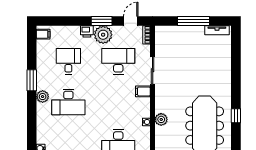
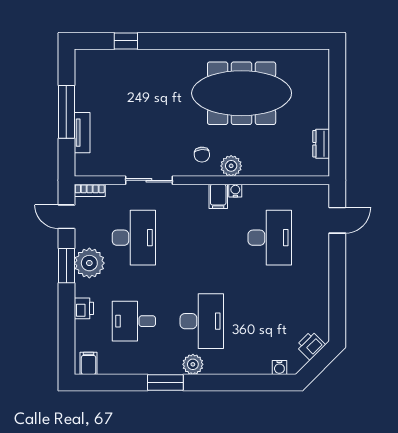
tv unit: (217, 30) -> (82, 133), moved
printer: (87, 31) -> (84, 308), moved
desk: (118, 61) -> (134, 238), turned 180
filing cabinet: (143, 91) -> (218, 196), moved
chair: (168, 102) -> (202, 155), added
window: (236, 116) -> (126, 41), moved

